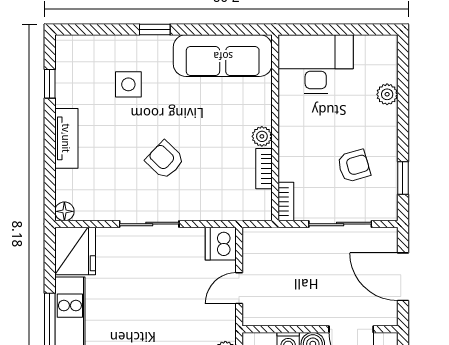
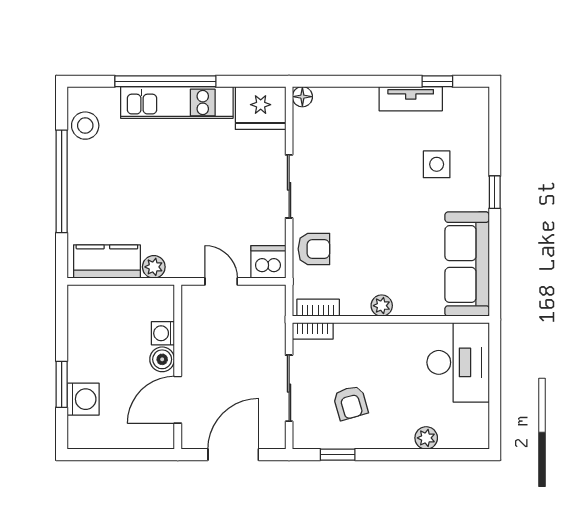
tv unit: (66, 138) -> (411, 99), moved
armchair: (165, 160) -> (314, 249), moved, turned 46
bookcase: (264, 169) -> (318, 308), moved

